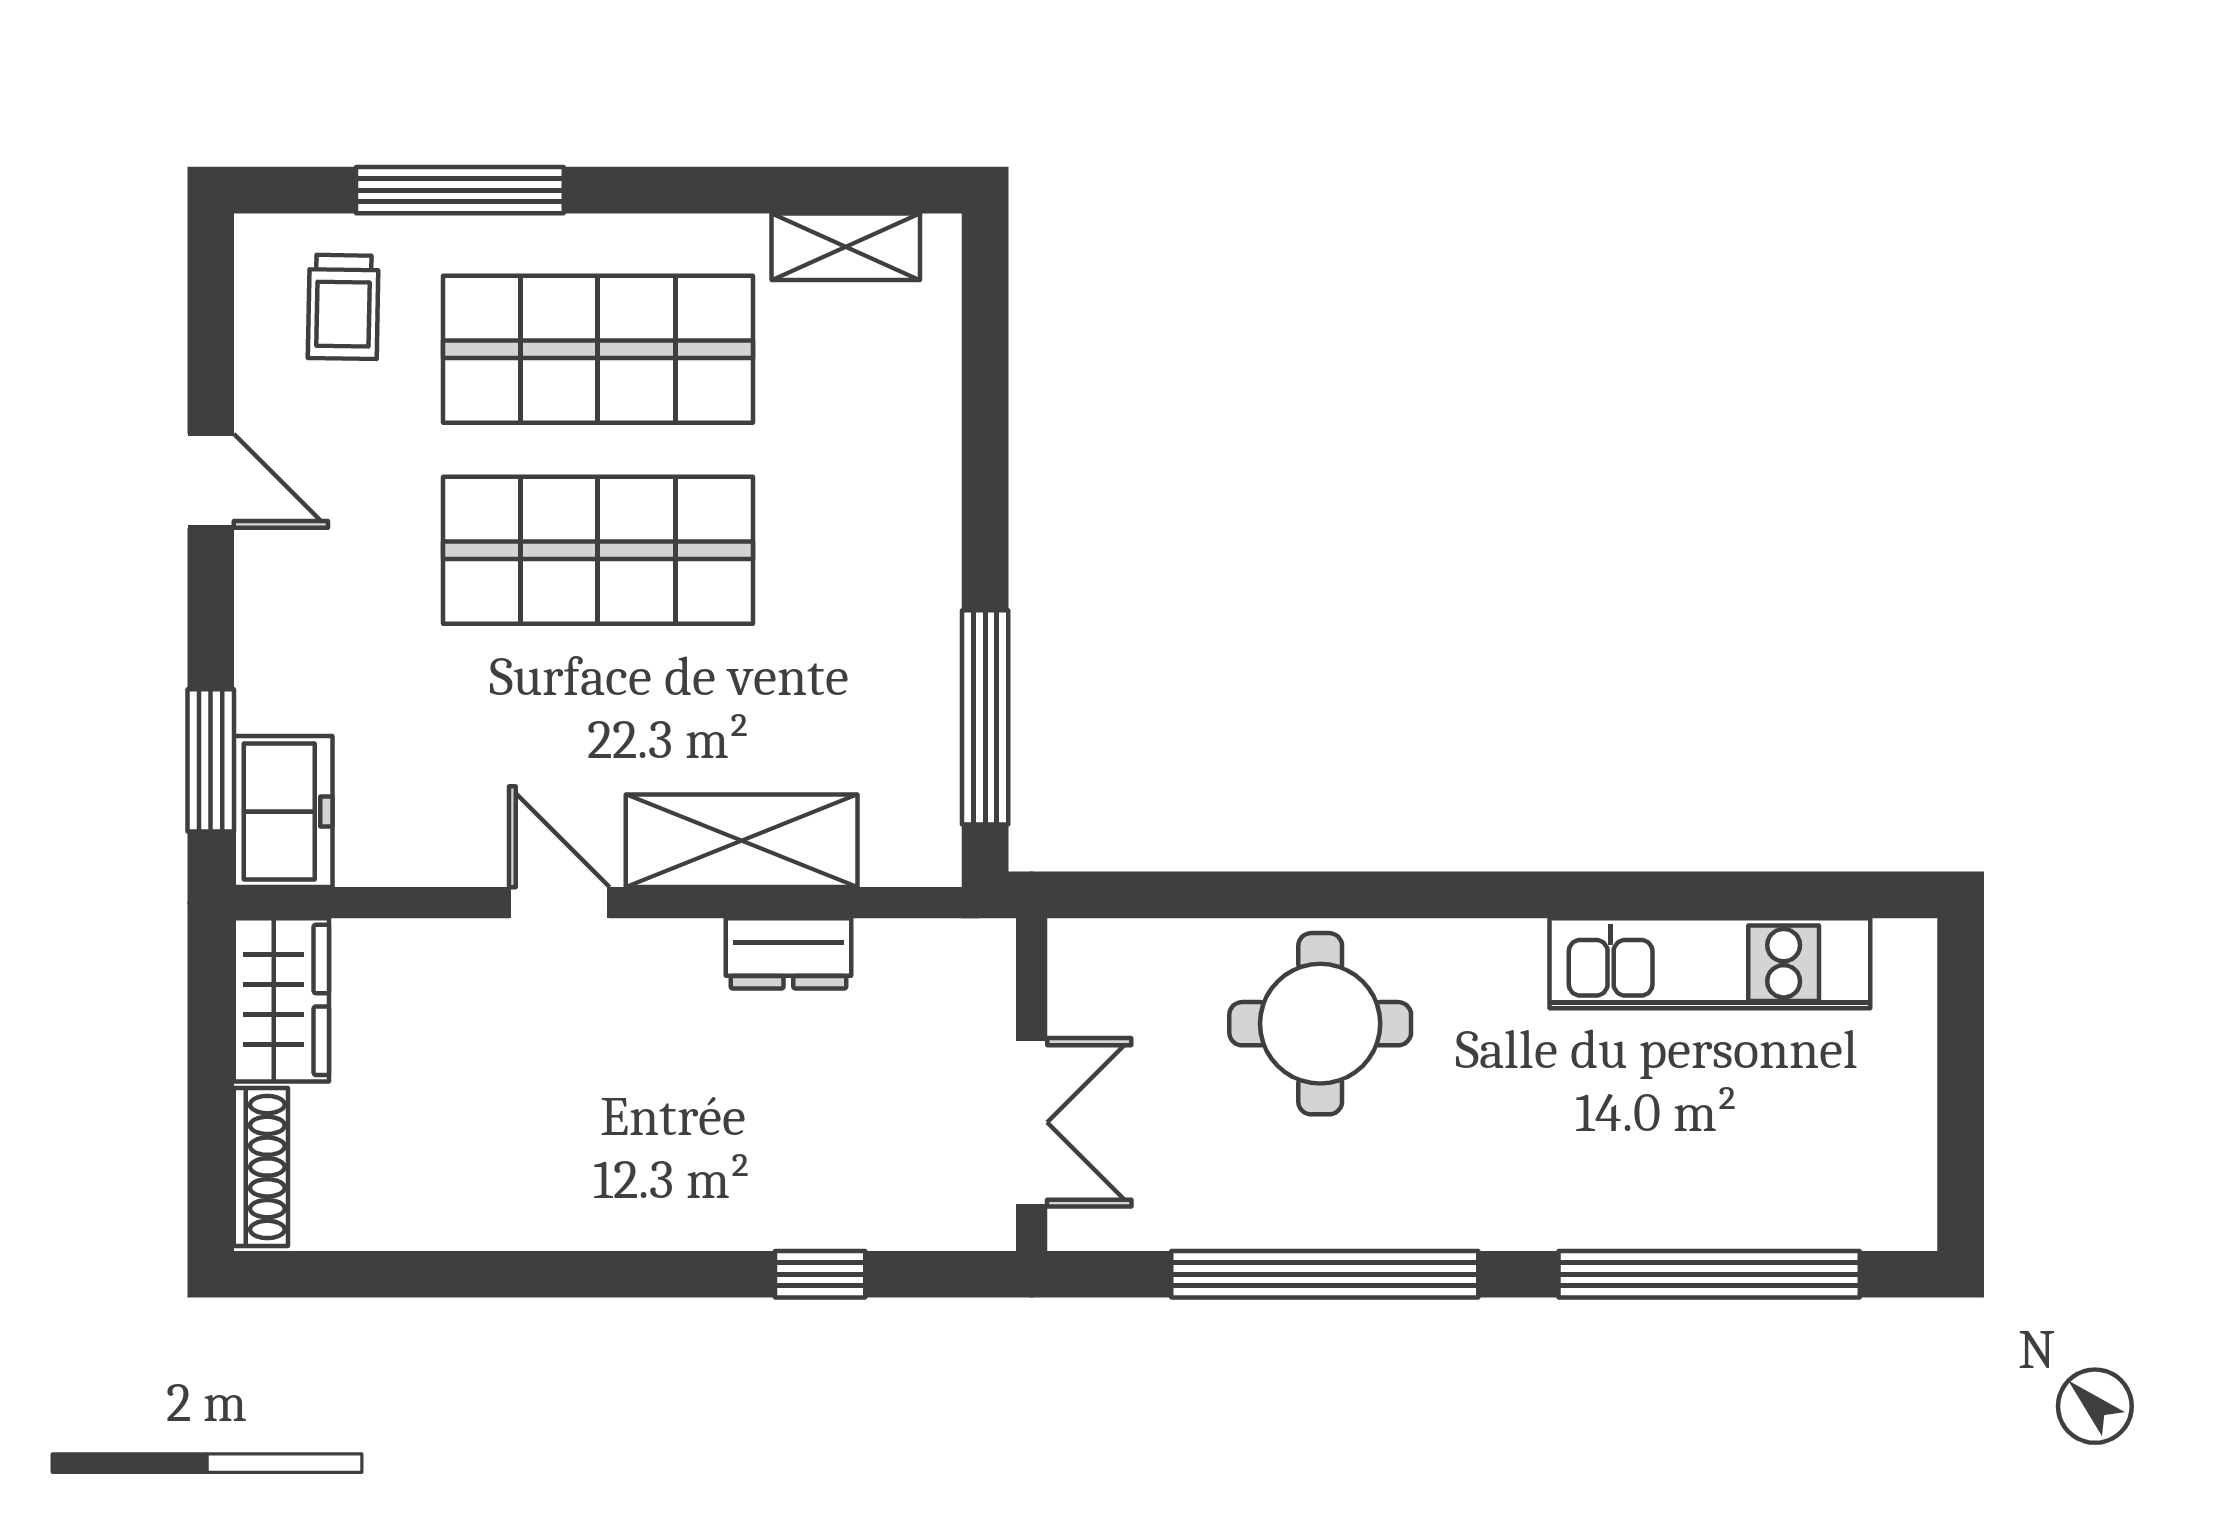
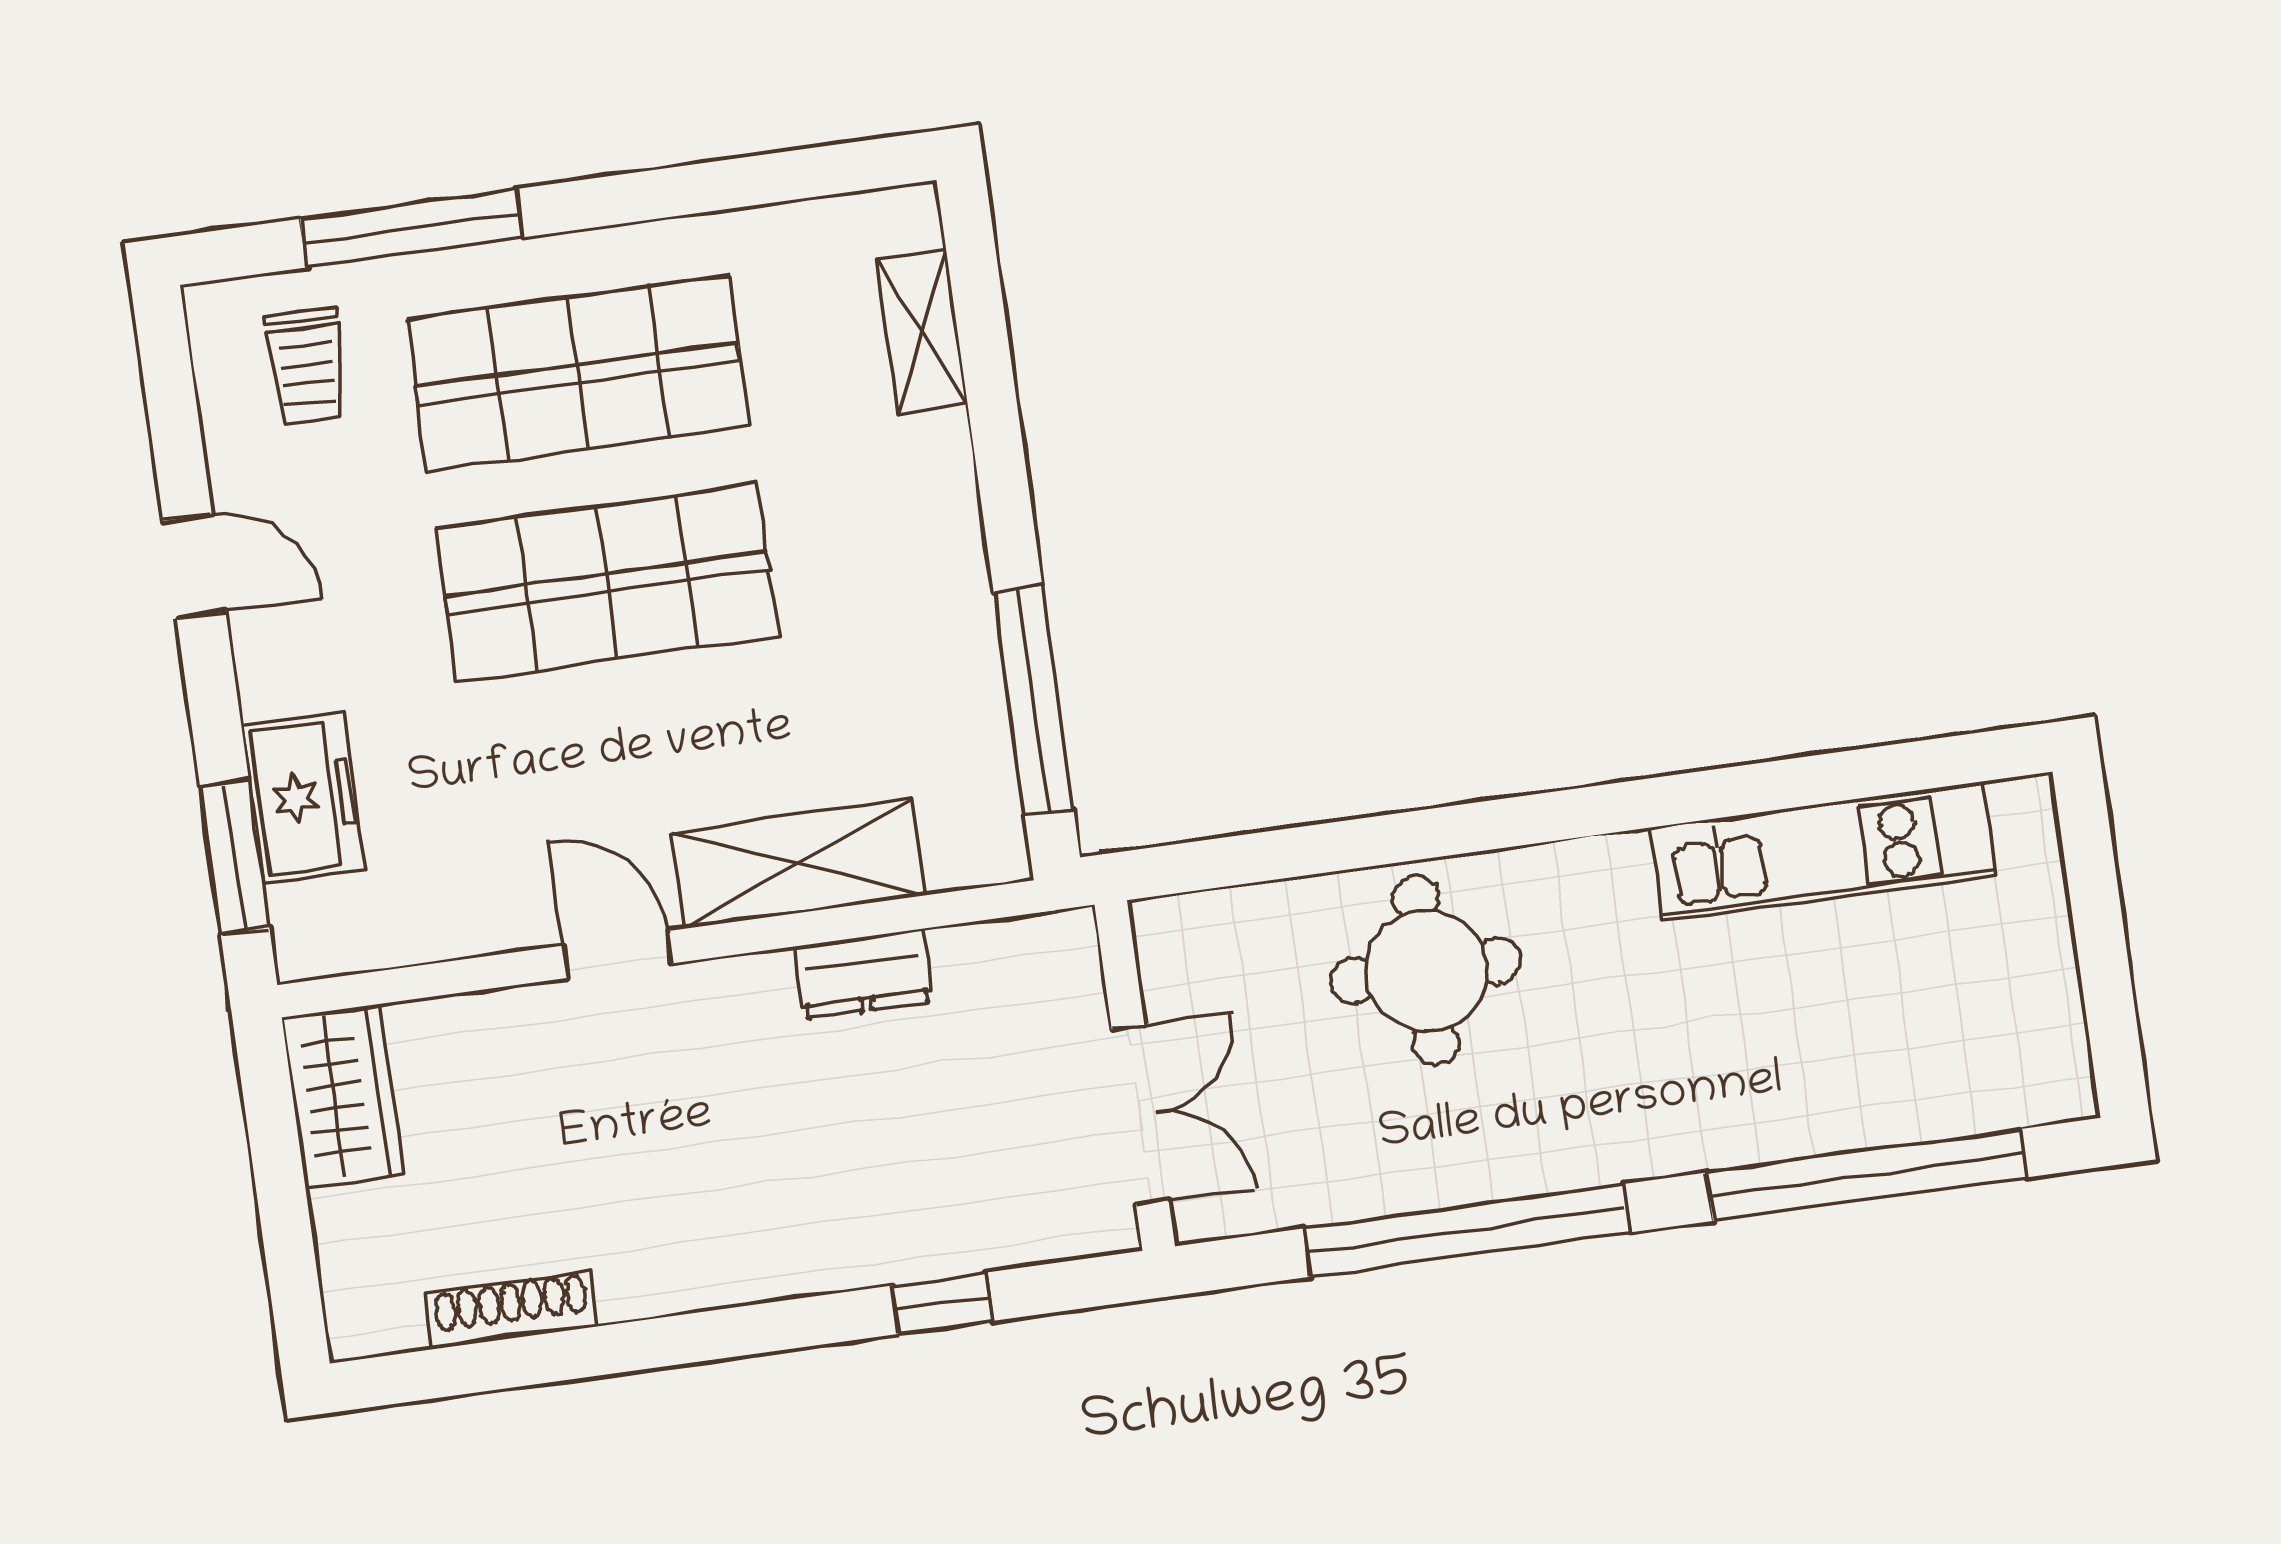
shelving: (846, 247) -> (922, 332), moved, turned 90
freezer: (283, 812) -> (303, 798), moved
shoe rack: (261, 1167) -> (512, 1310), moved, turned -90

